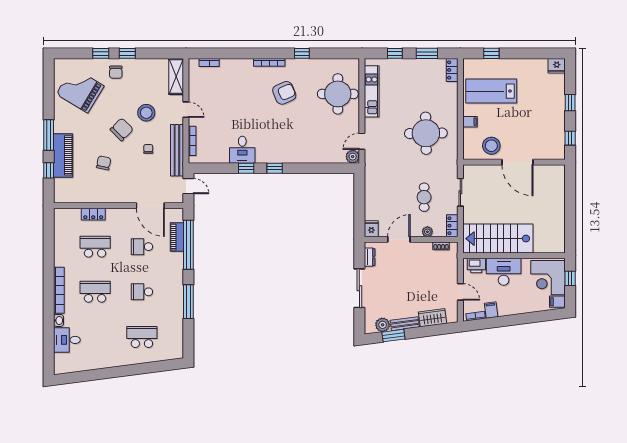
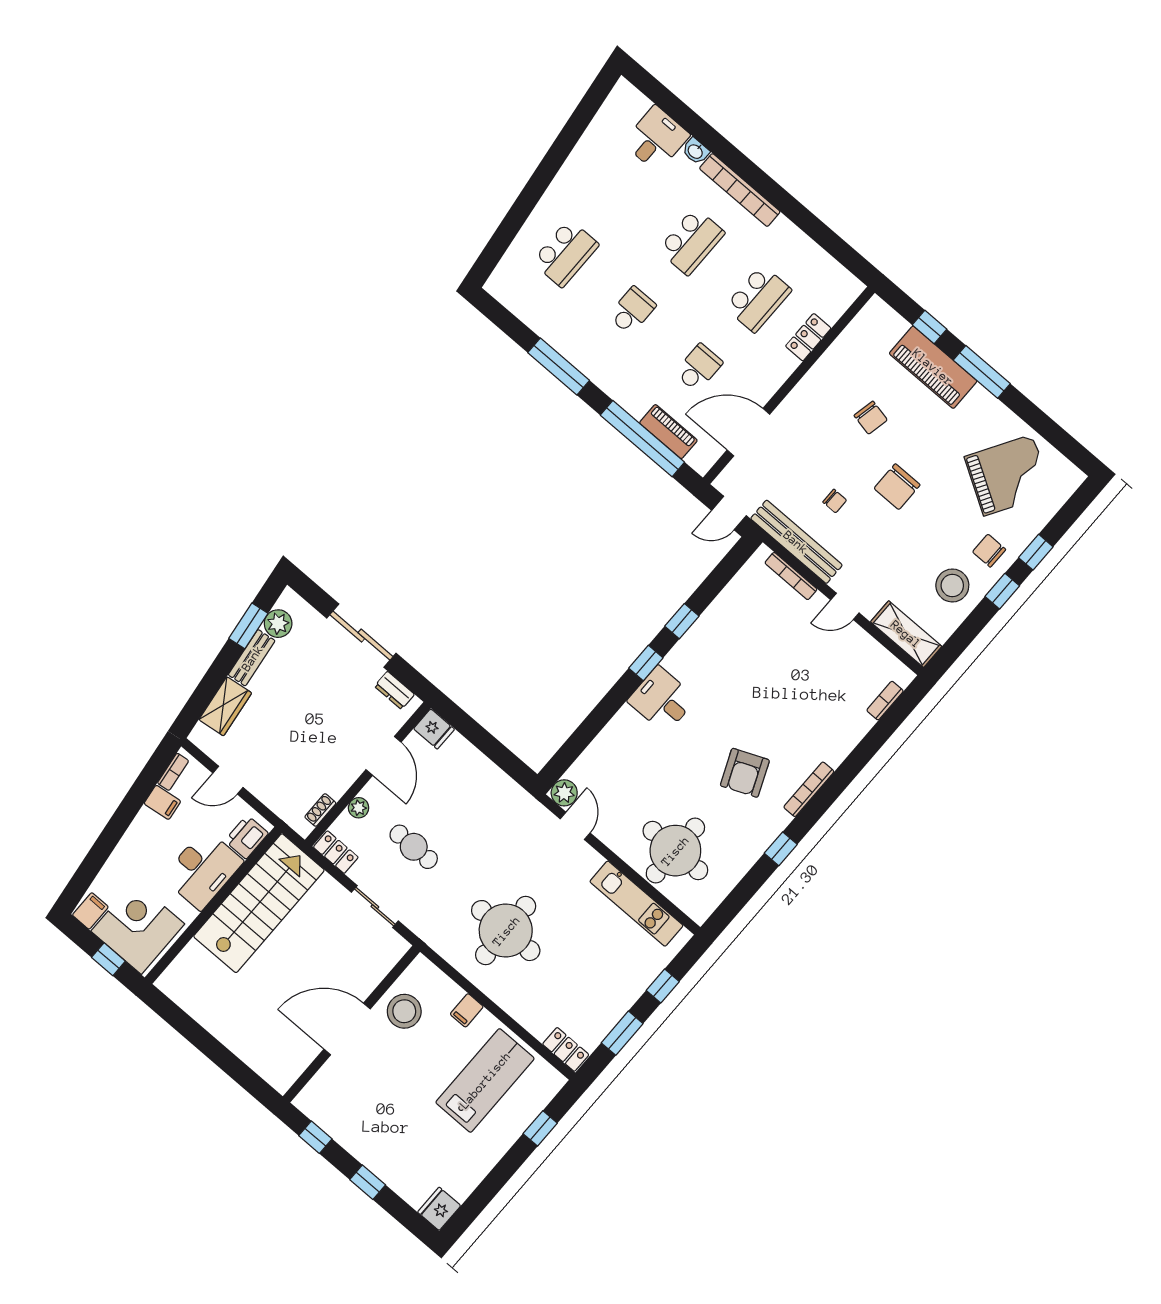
stool: (146, 113) -> (952, 585), moved
chair: (122, 129) -> (897, 487), turned 45
desk: (242, 150) -> (662, 700), moved

